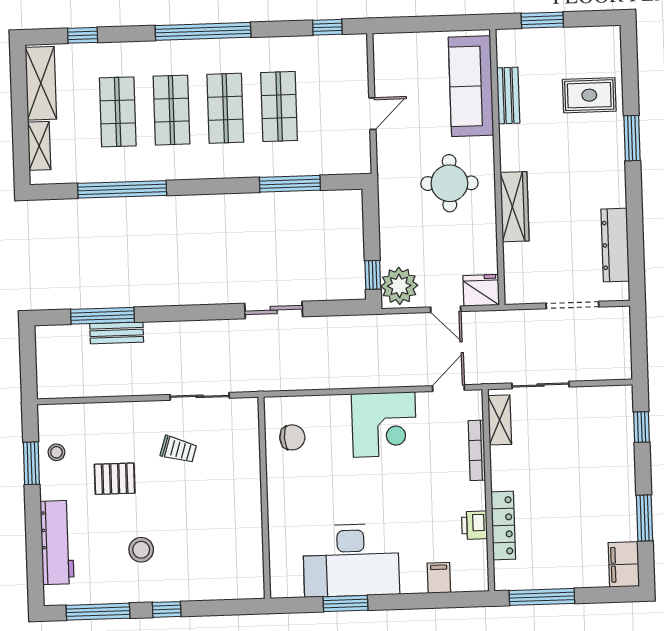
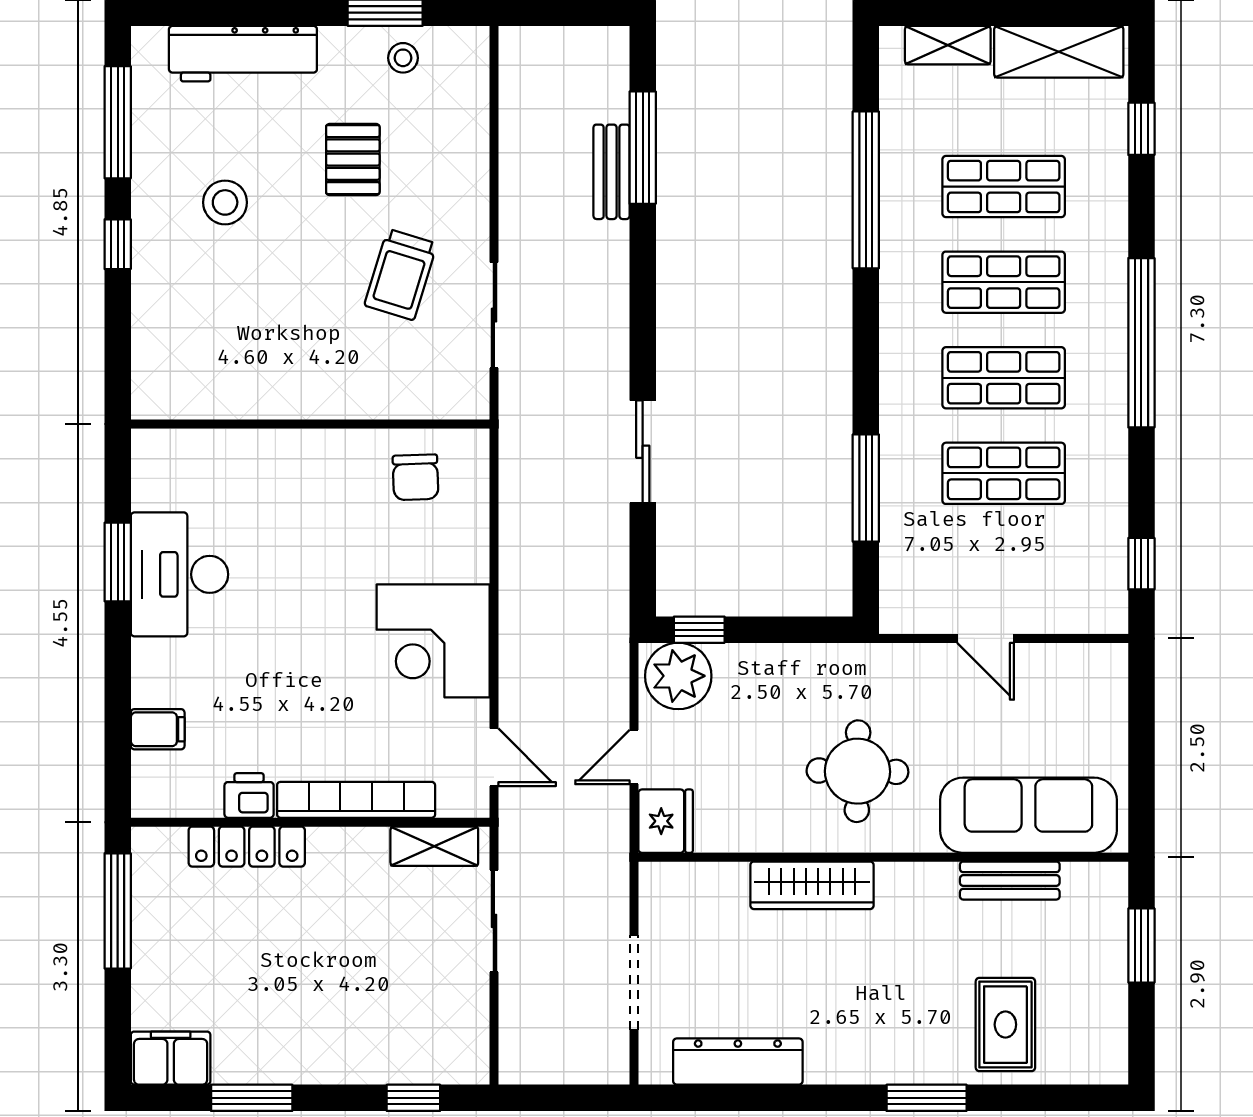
trolley: (178, 450) -> (401, 275), width x1.36, depth x1.39
bookcase: (477, 450) -> (356, 800), width x1.48, depth x1.31
desk: (351, 560) -> (179, 574), width x0.73, depth x0.77

